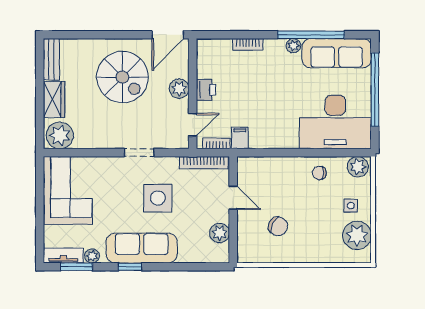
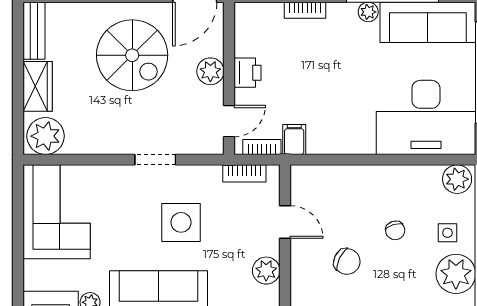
bookcase: (204, 163) -> (244, 173), width x0.64
chair: (319, 173) -> (395, 230), moved, turned -107

